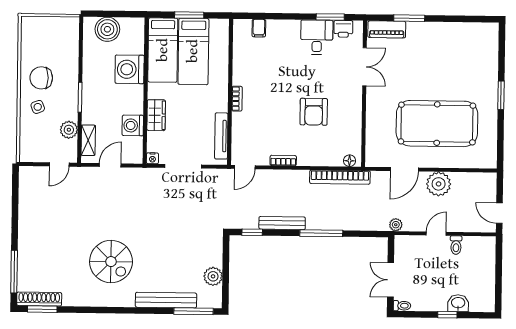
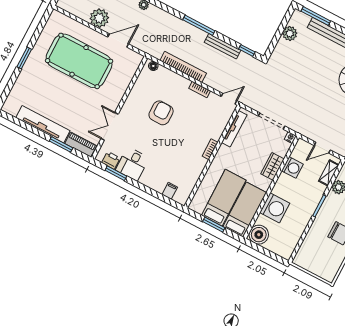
boiler: (107, 29) -> (259, 235), moved
tv unit: (442, 31) -> (43, 124), added
bookcase: (340, 177) -> (183, 67), moved

